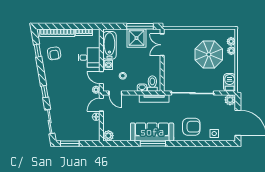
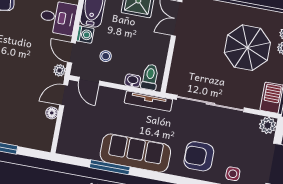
armchair: (191, 127) -> (199, 156), turned 180
plant: (108, 136) -> (65, 146), removed
window: (153, 144) -> (110, 167), moved

